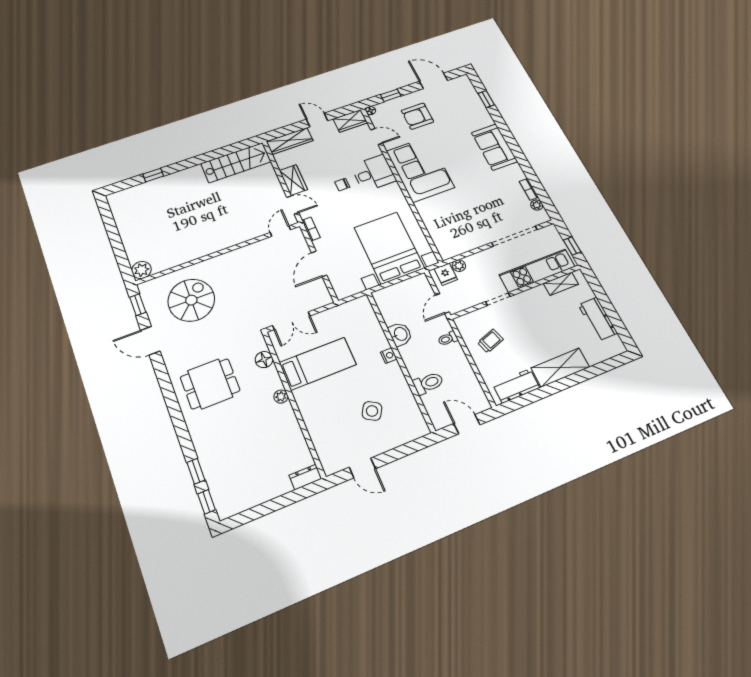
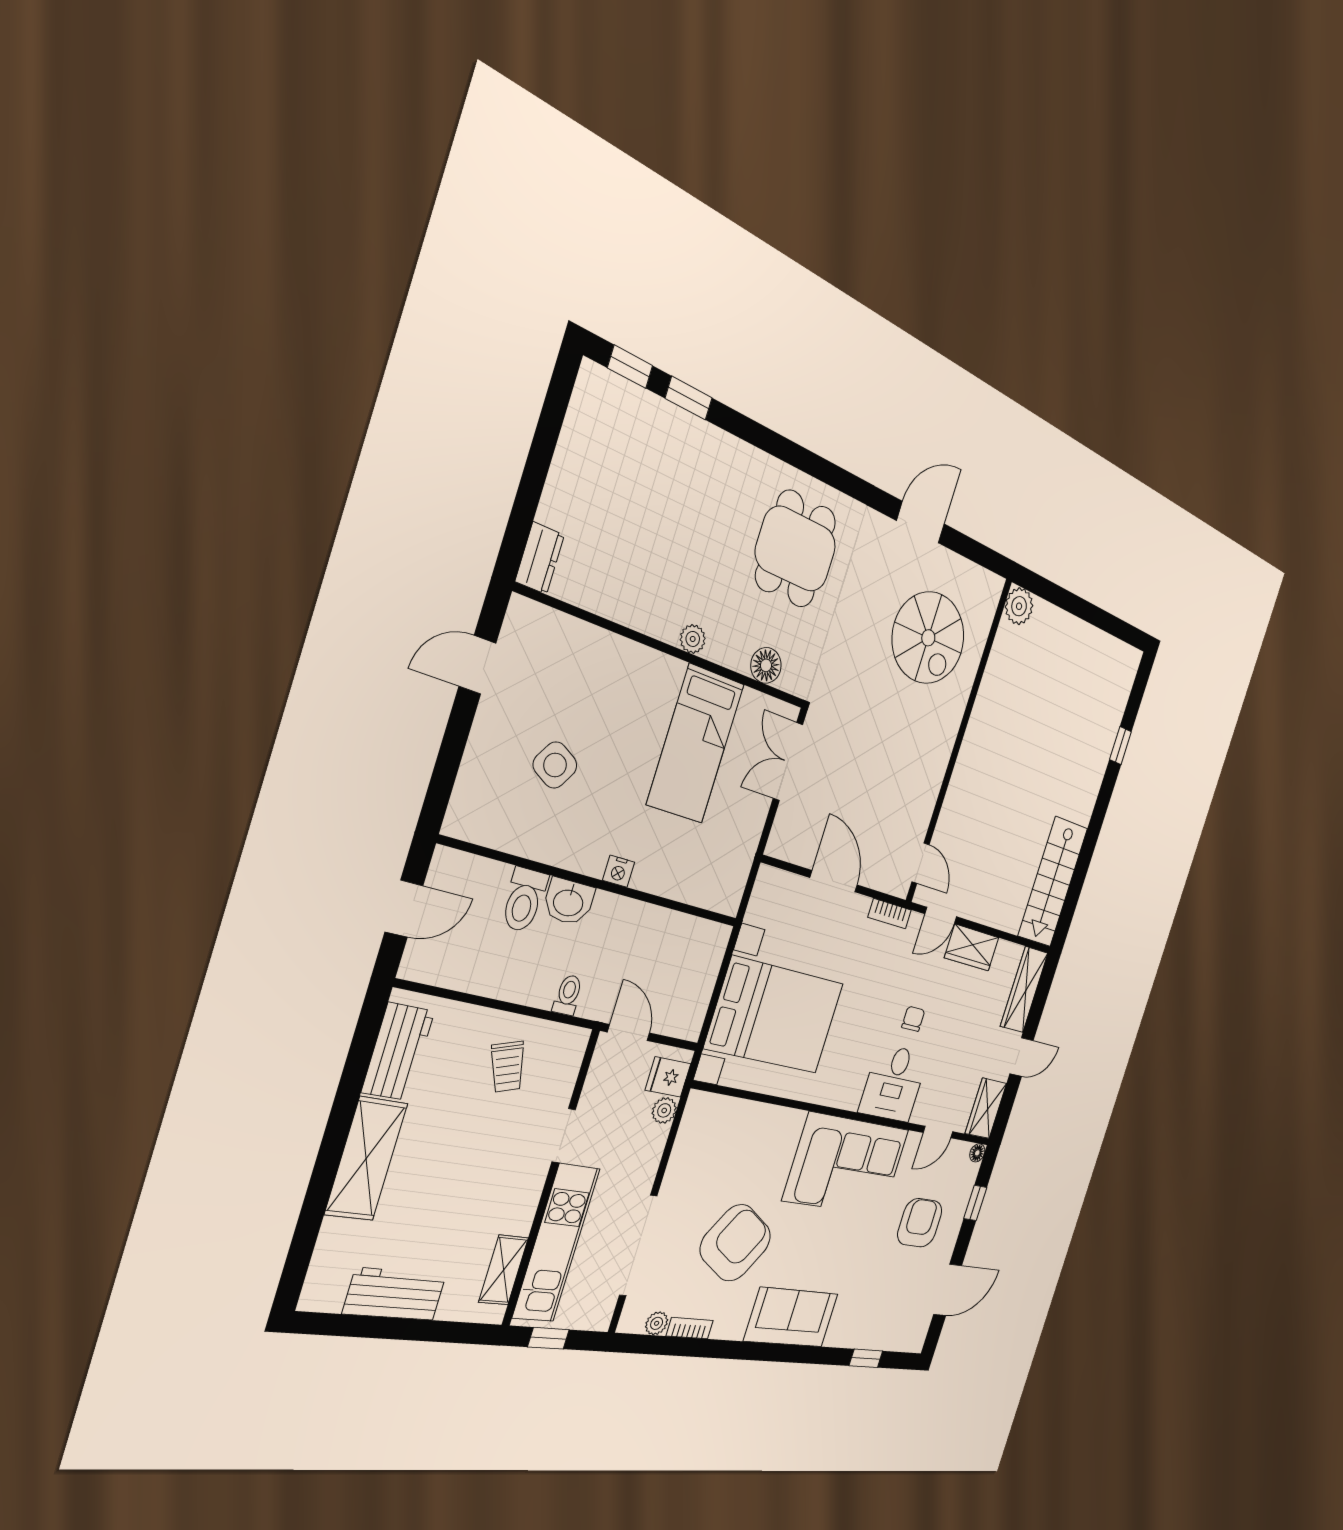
armchair: (484, 195) -> (736, 1243), added
window: (138, 305) -> (980, 554), removed
washbasin: (400, 334) -> (569, 902), moved

